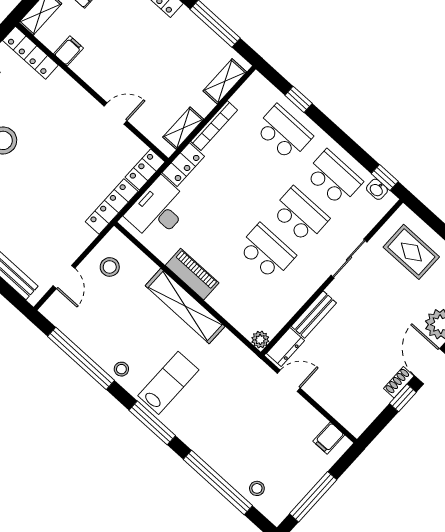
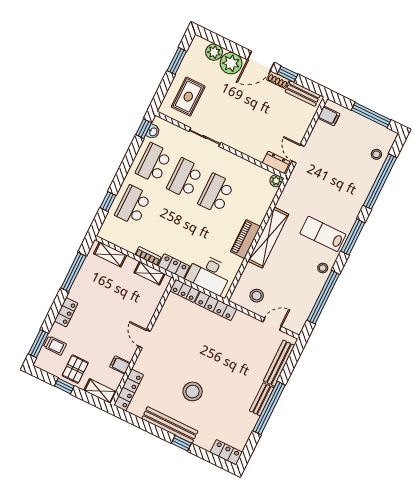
door: (115, 113) -> (144, 339), moved
bookcase: (214, 126) -> (148, 256), width x0.64
bench: (314, 315) -> (303, 93), moved

